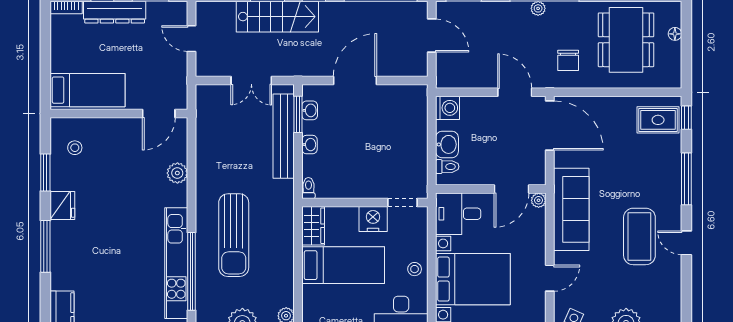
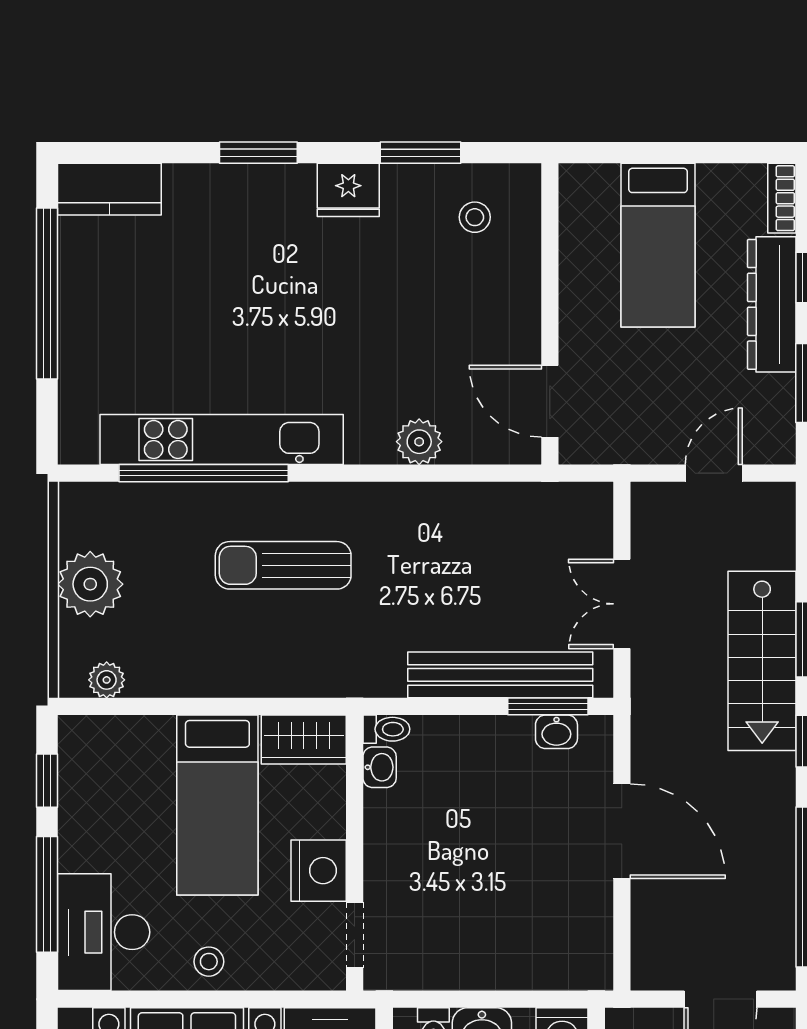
bed: (88, 90) -> (658, 245), moved
washbasin: (309, 145) -> (380, 767), moved, turned -90
sun lounger: (234, 235) -> (283, 565), width x0.73, depth x0.75
window: (45, 246) -> (258, 153), width x0.69

